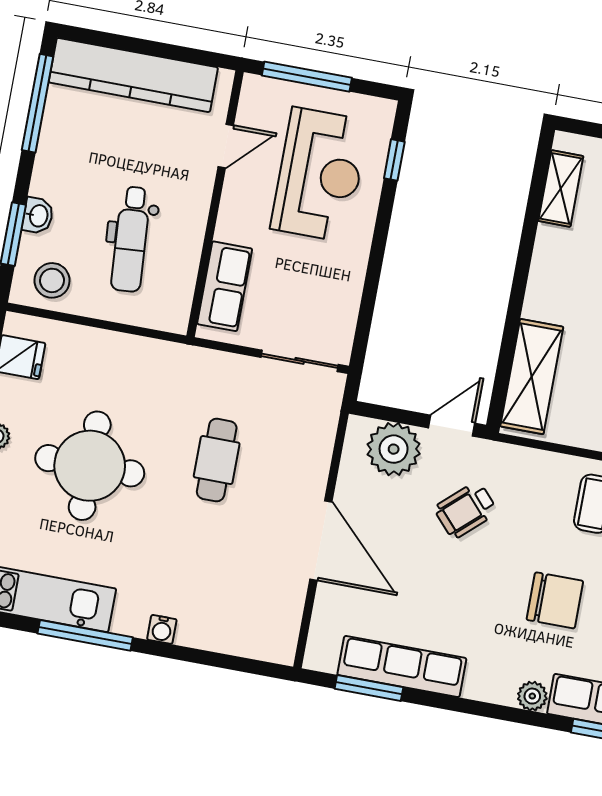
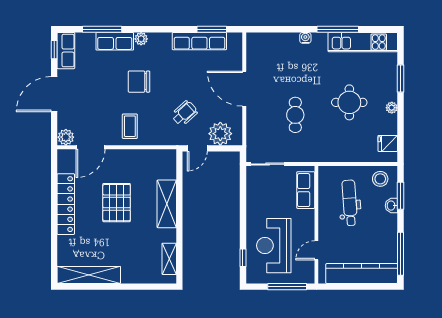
shelving: (532, 377) -> (167, 204), moved
round table: (90, 466) -> (349, 102), width x0.73, depth x0.73

